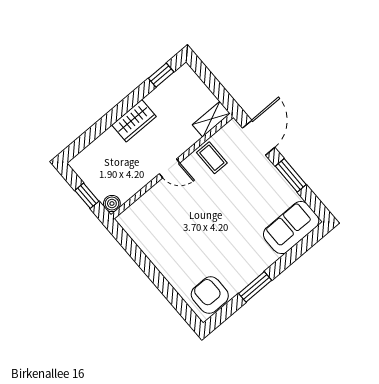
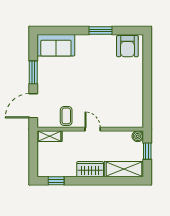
shelving: (96, 153) -> (124, 169), added

